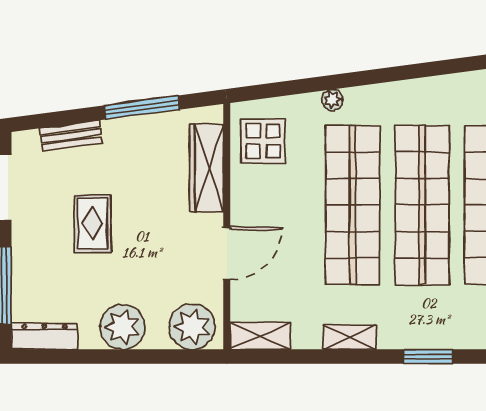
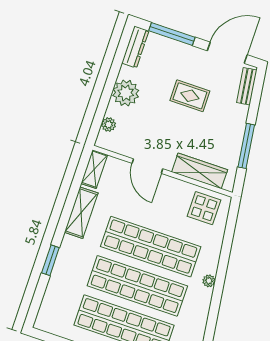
plant: (332, 100) -> (209, 281), moved
bench: (71, 136) -> (247, 86), moved
plant: (192, 327) -> (109, 124), width x0.53, depth x0.53
shelving: (350, 337) -> (81, 213), width x1.50, depth x1.33

